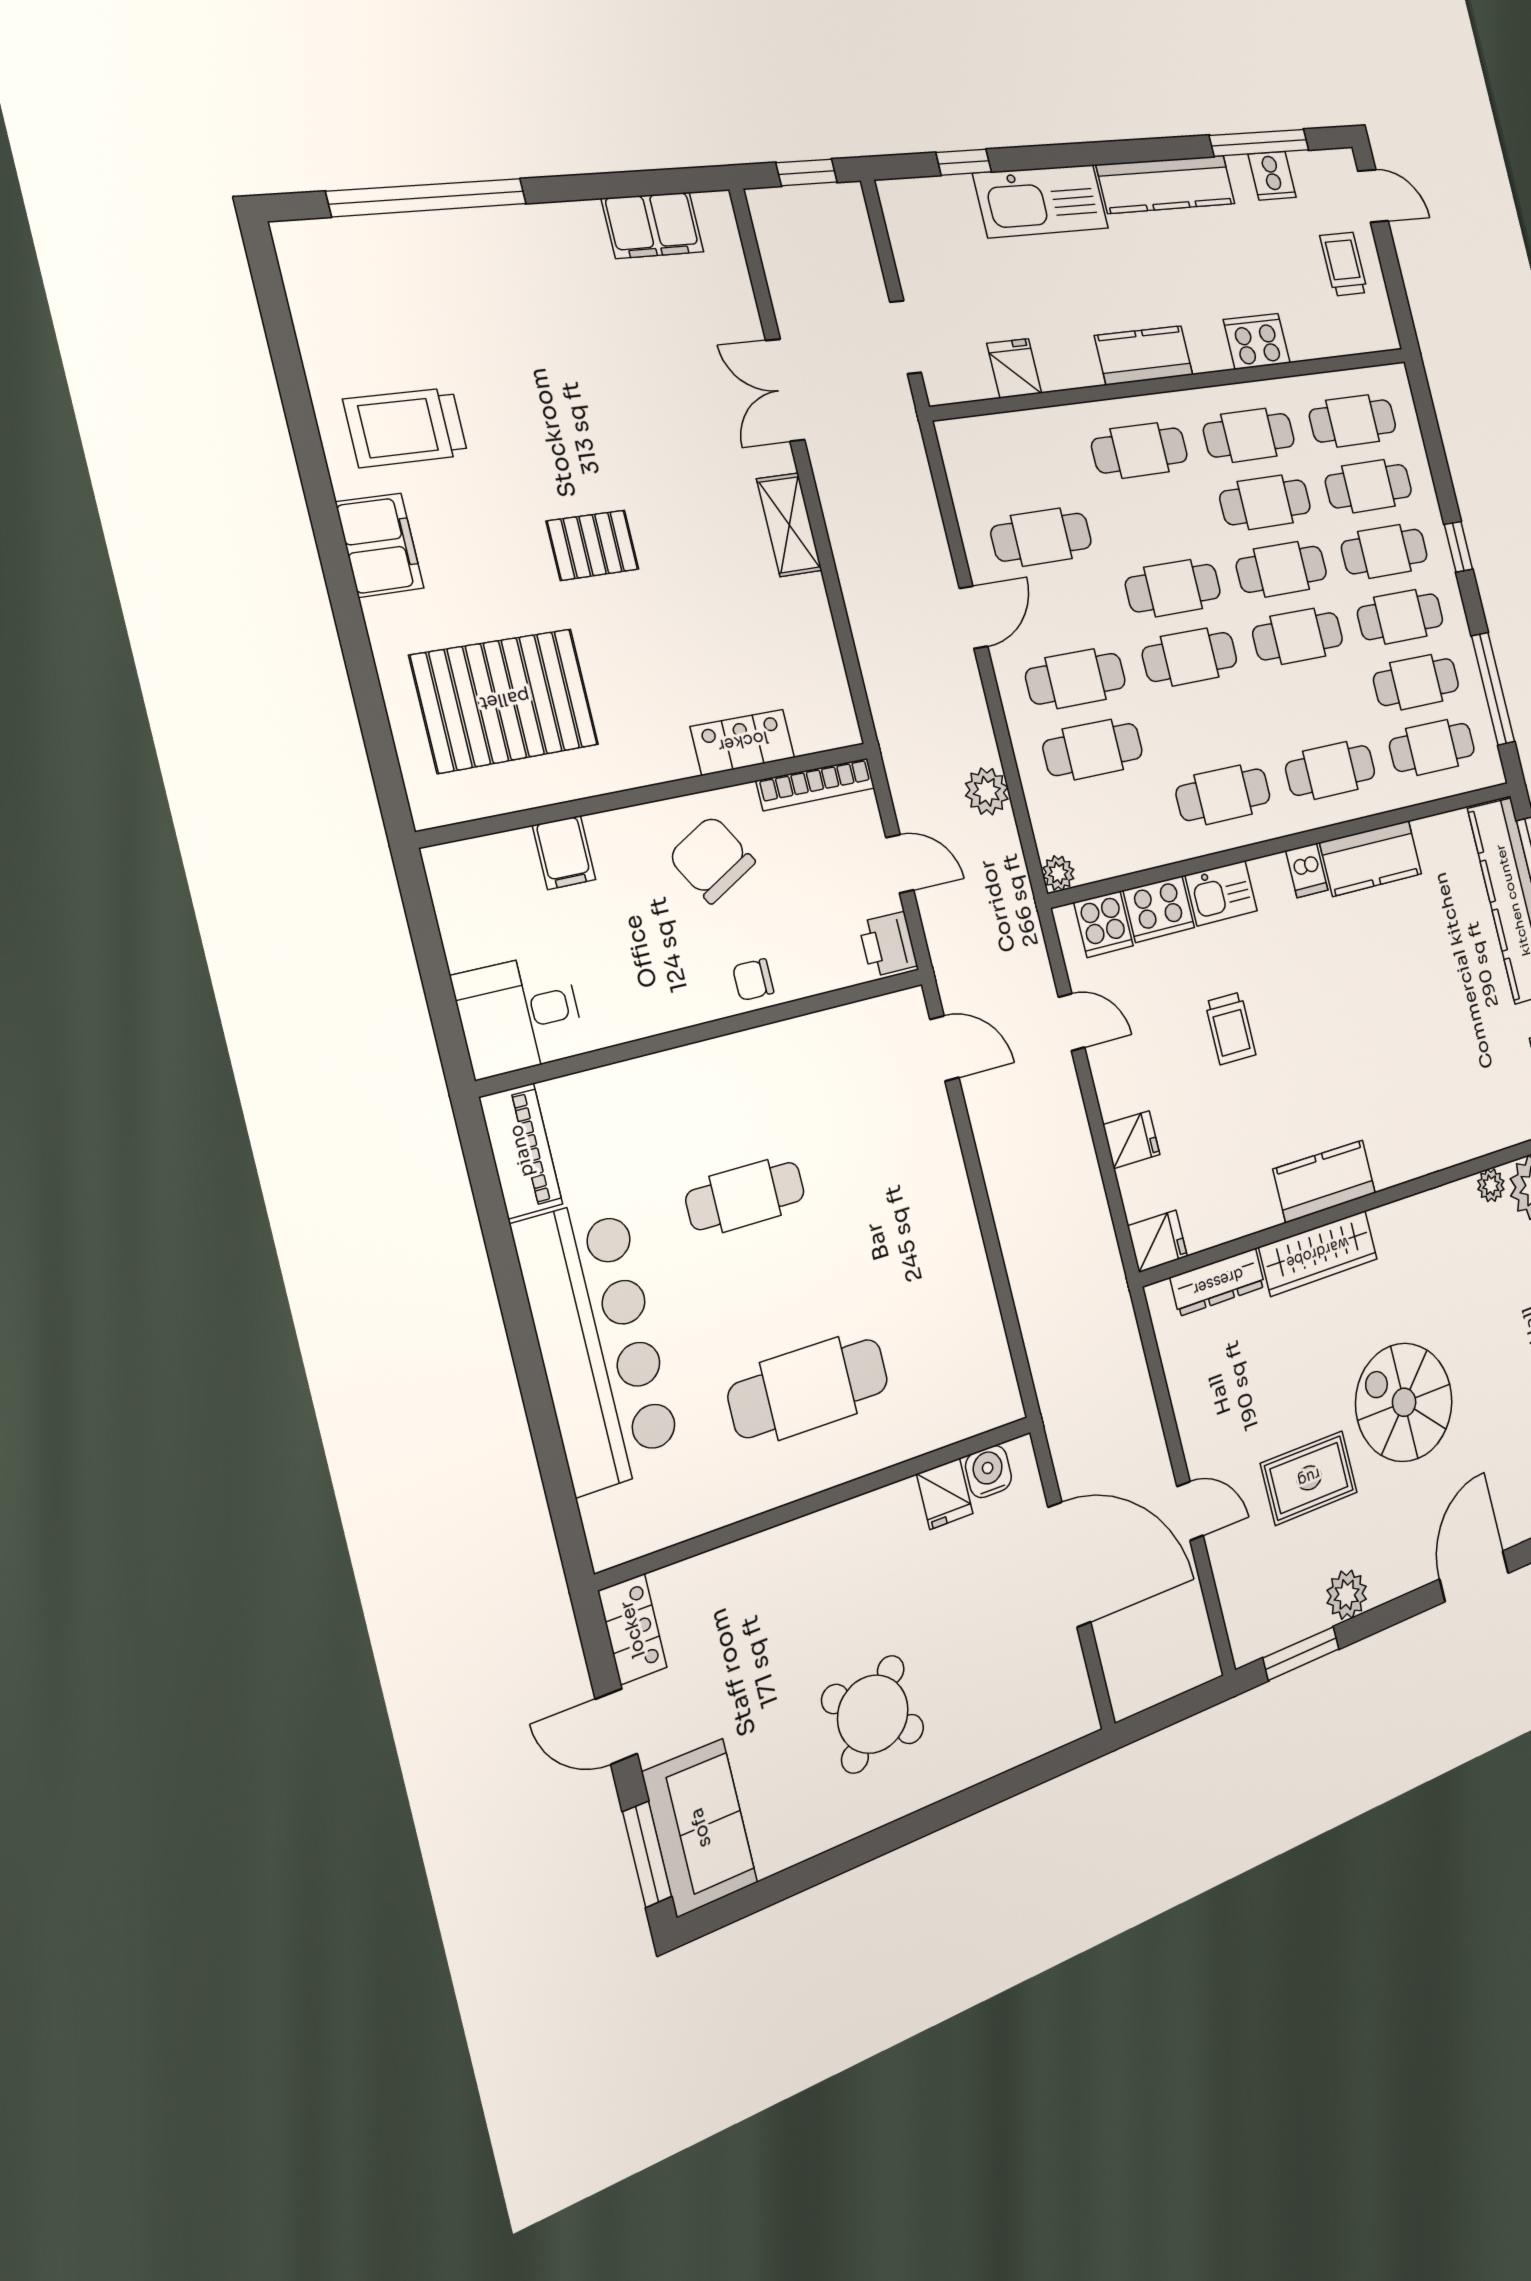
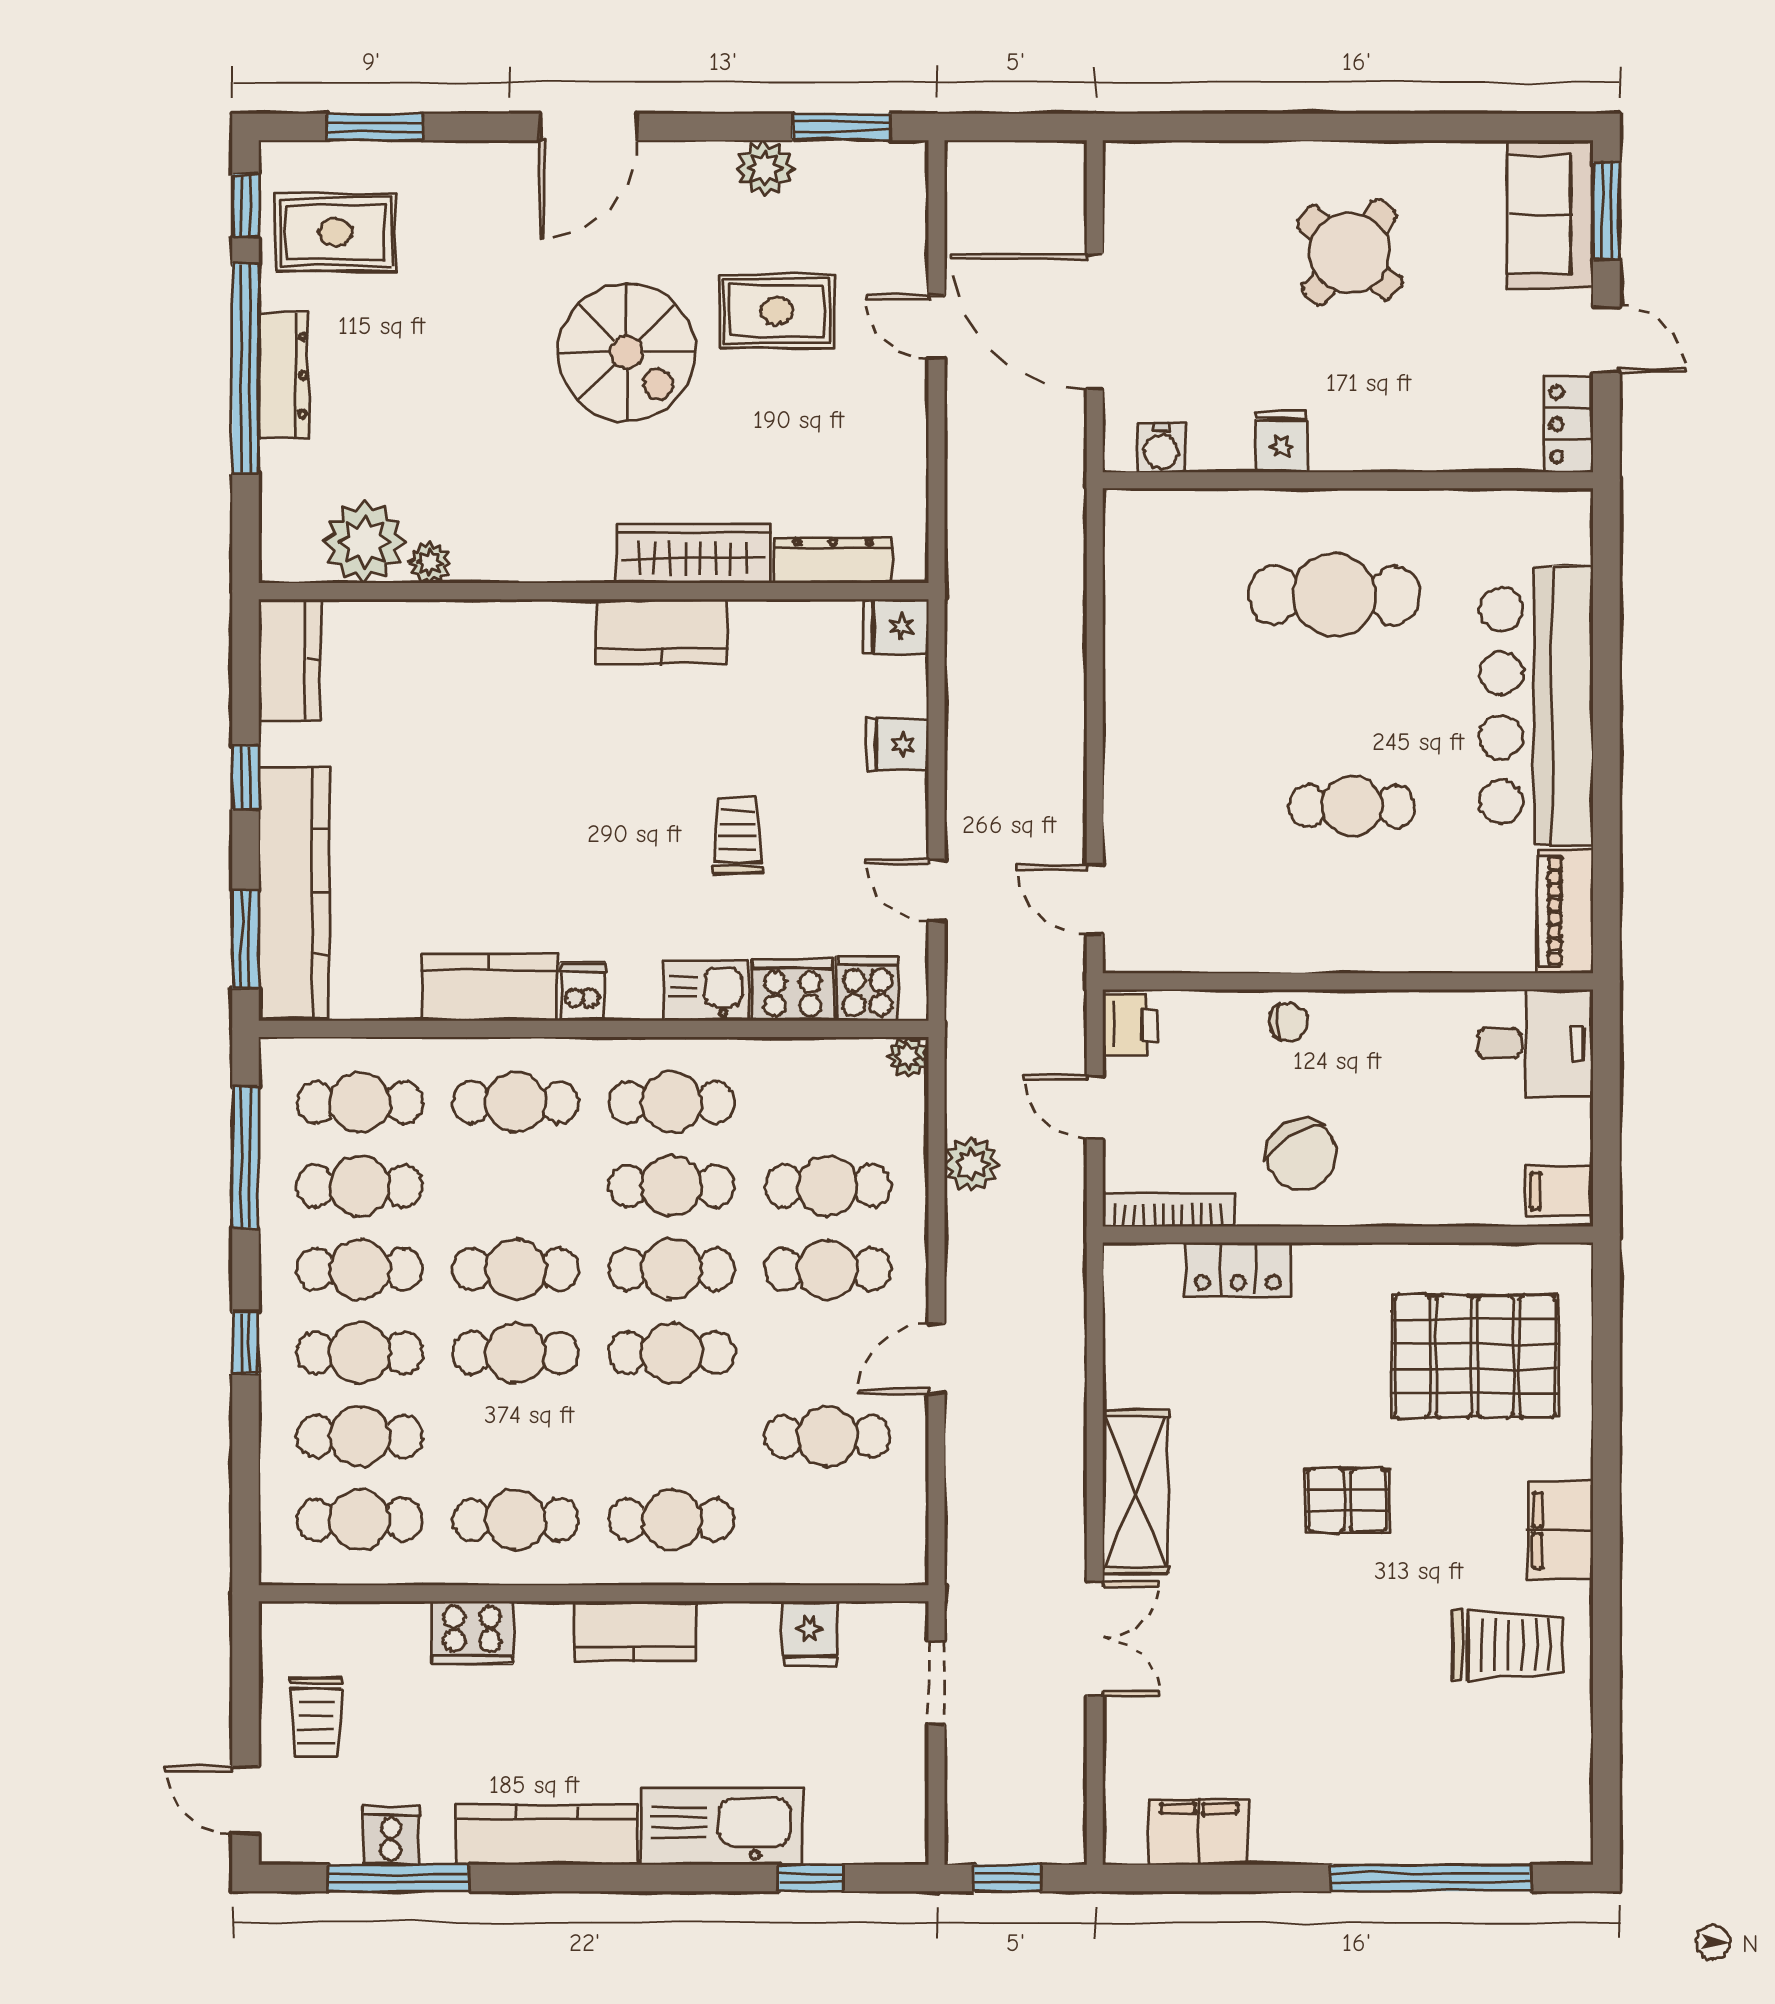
cafe table: (1265, 502) -> (672, 1186), moved
shelving: (789, 525) -> (1135, 1492), width x1.50, depth x1.33
filing cabinet: (564, 853) -> (1559, 1191), moved, turned -90
fridge: (945, 1494) -> (1282, 442), moved

